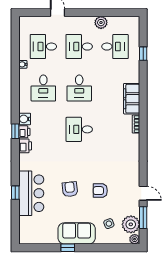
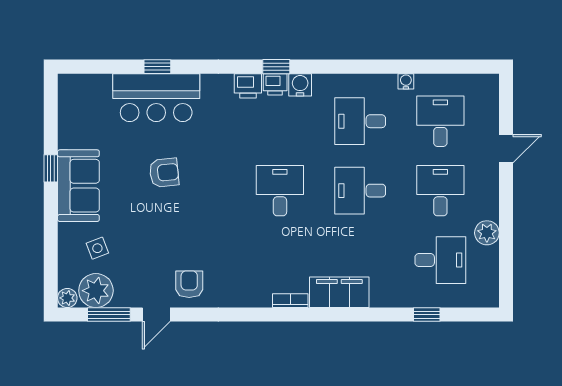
desk: (115, 47) -> (440, 260), turned -90
armchair: (100, 191) -> (189, 284), moved

